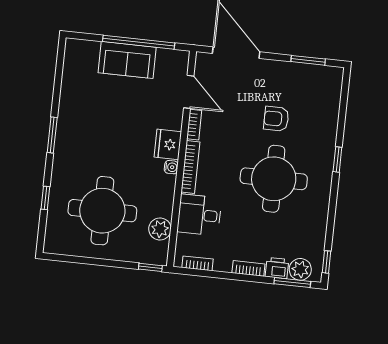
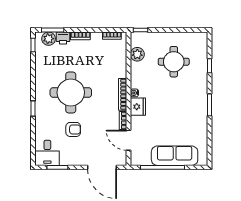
sofa: (127, 60) -> (175, 156), width x1.36
round table: (102, 211) -> (174, 62), width x0.73, depth x0.73
desk: (199, 215) -> (47, 153), moved, turned 90

